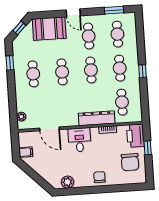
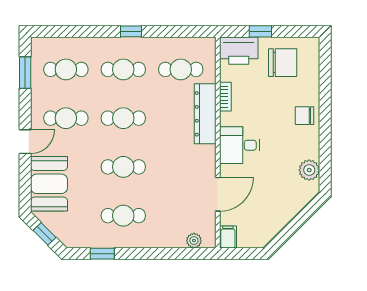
filing cabinet: (26, 152) -> (228, 237), moved

